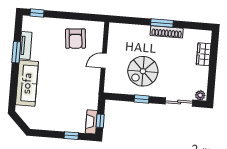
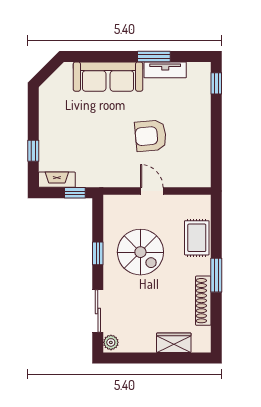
shoe rack: (167, 32) -> (203, 301), moved
rug: (137, 34) -> (197, 238), added
armchair: (75, 39) -> (151, 136), moved
spiral stairs: (143, 71) -> (140, 252), turned 180
window: (100, 121) -> (75, 193), moved

